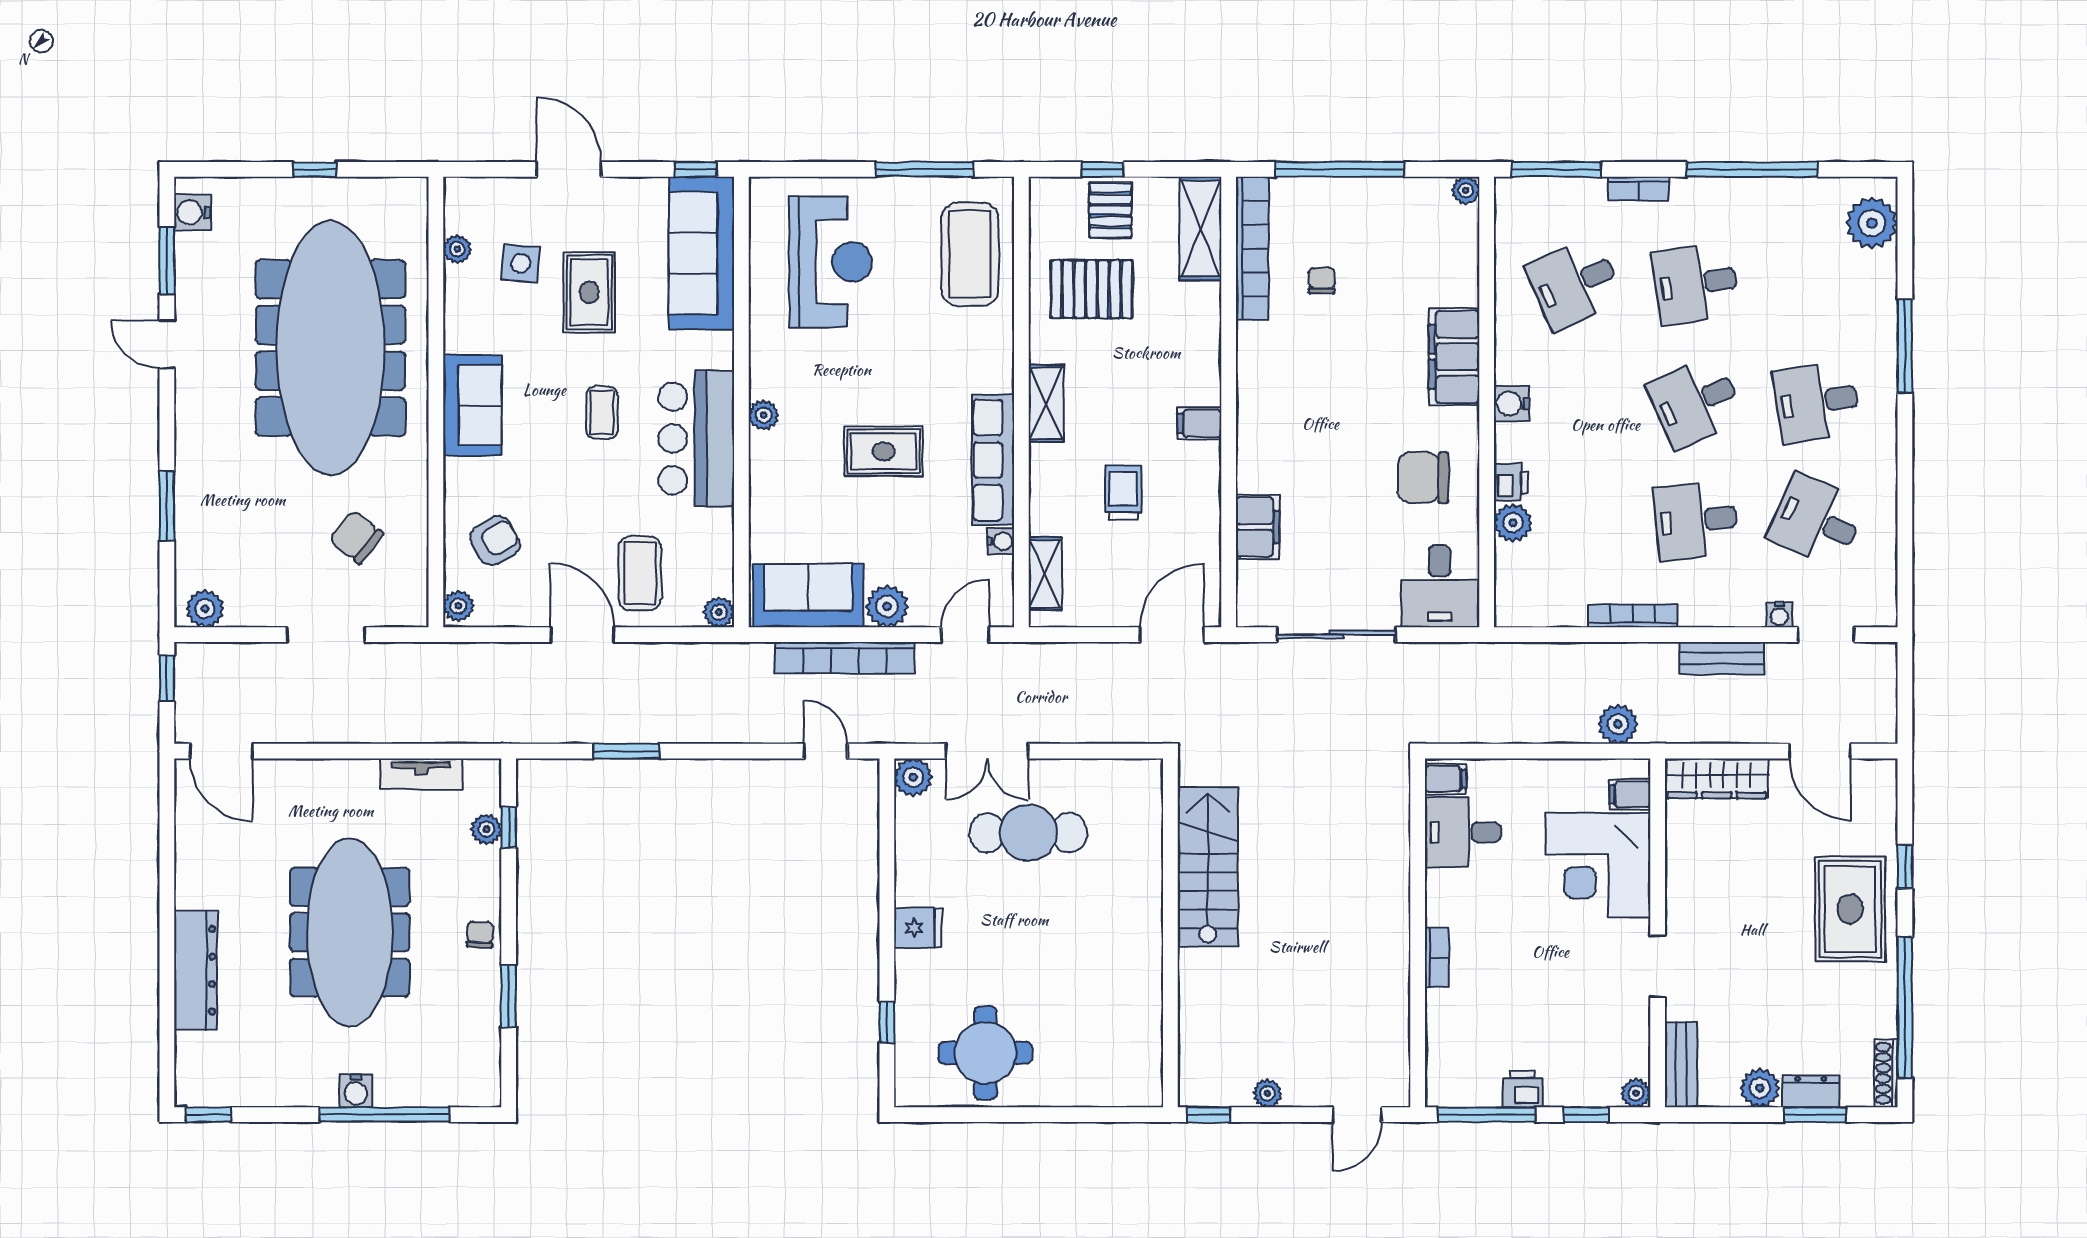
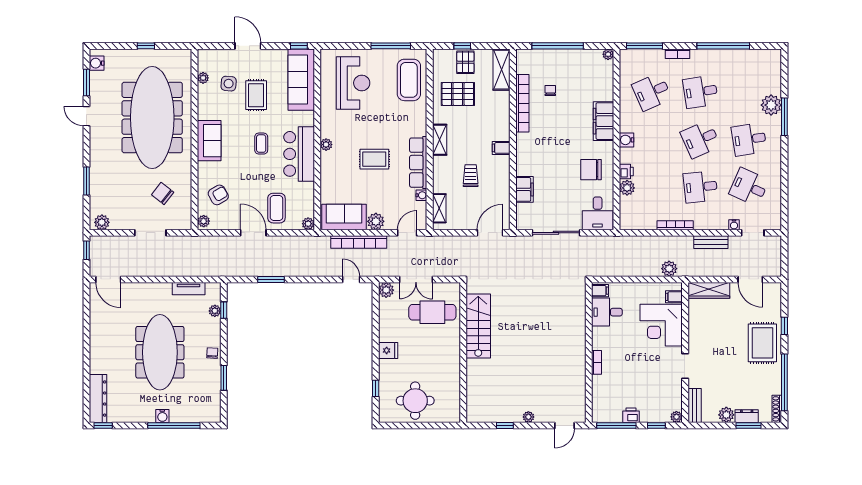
plant: (1872, 223) -> (771, 105), moved
bookcase: (1252, 248) -> (522, 103), moved
stairs: (1208, 867) -> (478, 326), moved
wall: (1170, 933) -> (463, 352), moved
dresser: (196, 970) -> (98, 399), moved

